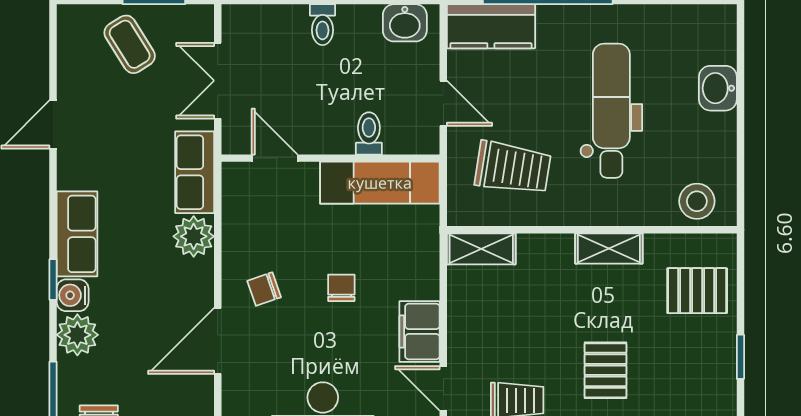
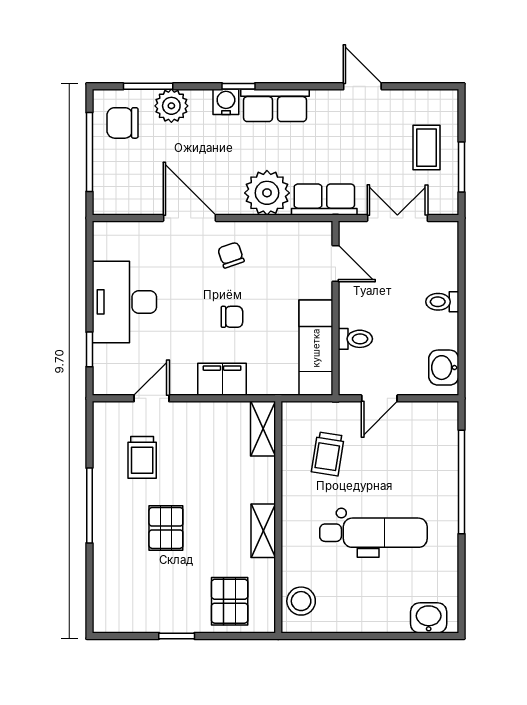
kitchen counter: (491, 26) -> (441, 436), removed
coffee table: (130, 44) -> (427, 148), turned -58
washbasin: (718, 88) -> (429, 618), moved
door: (275, 158) -> (336, 263), hinge flipped
trolley: (513, 168) -> (328, 454), width x0.73, depth x0.72
plant: (194, 236) -> (267, 193), width x1.36, depth x1.36
filing cabinet: (420, 331) -> (222, 379), moved
plant: (77, 335) -> (171, 106), moved
pallet: (605, 370) -> (166, 528), turned 90

